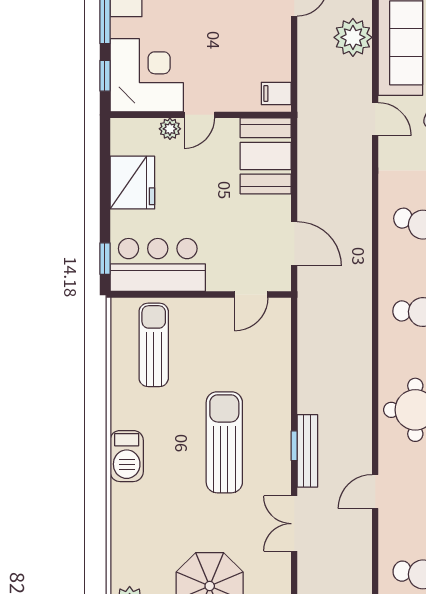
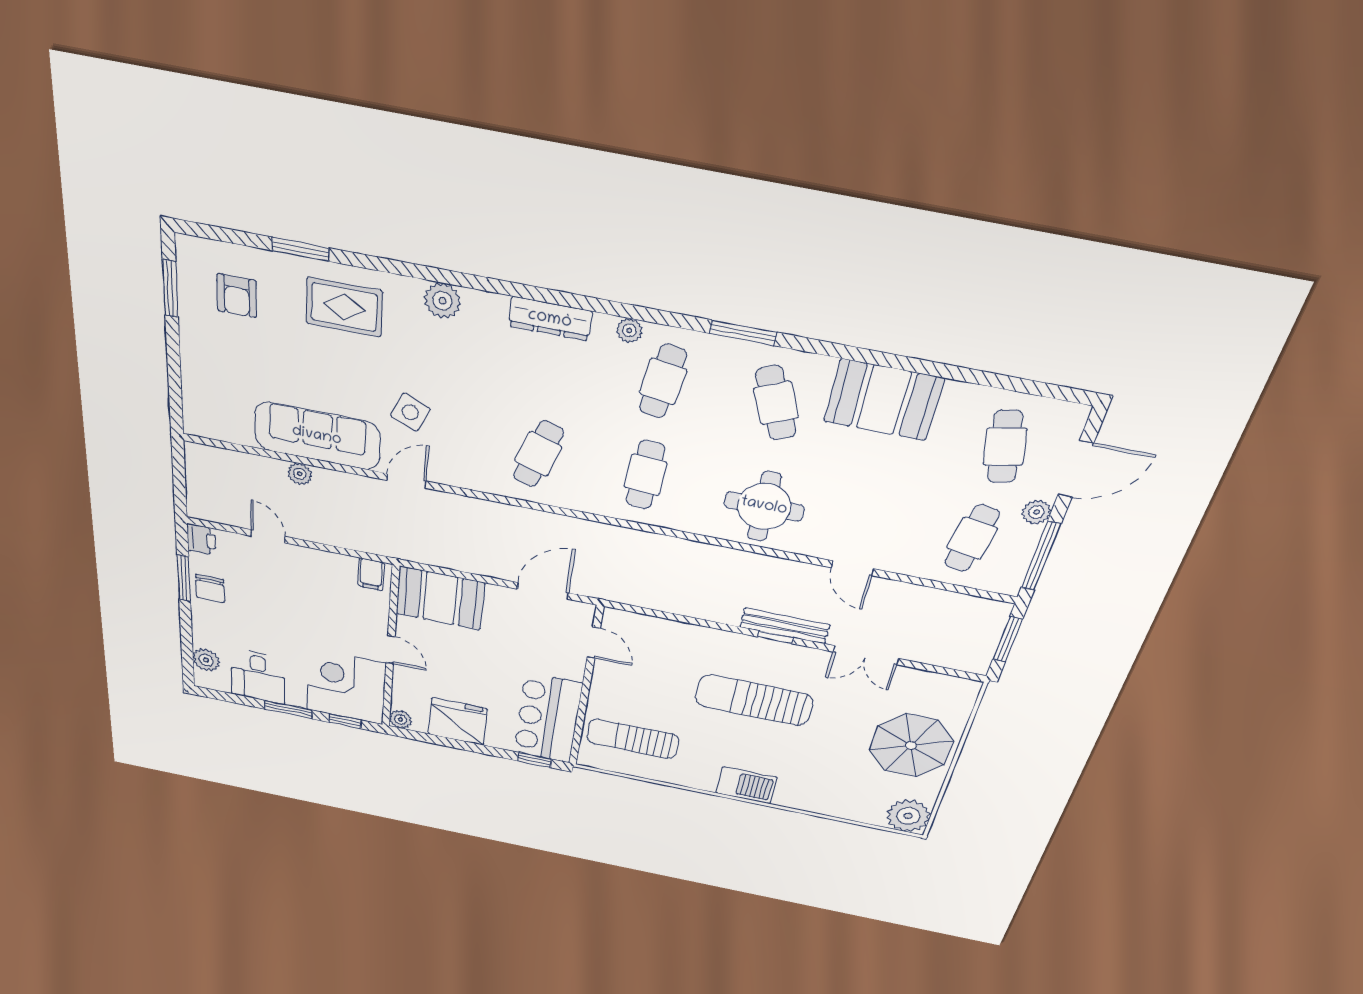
plant: (353, 37) -> (300, 474), width x0.53, depth x0.53
plant: (170, 129) -> (401, 719), moved

